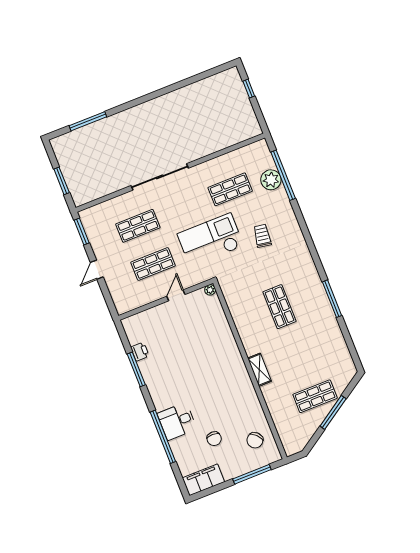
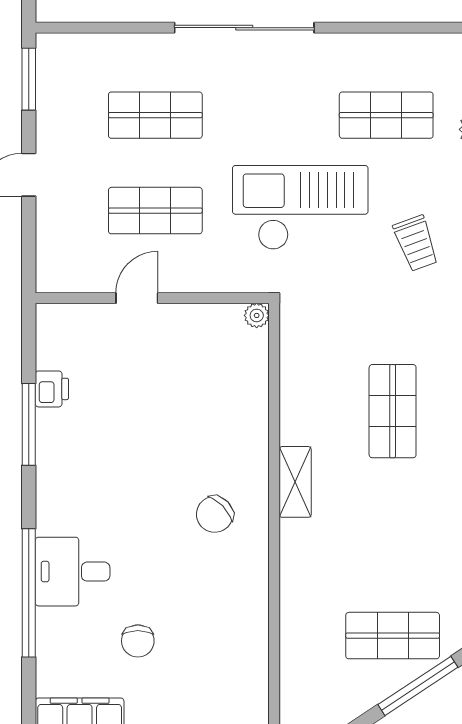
trolley: (262, 236) -> (416, 243), turned 151
door: (176, 295) -> (137, 298), moved
shelving: (259, 370) -> (295, 482), moved
chair: (255, 440) -> (215, 514), moved

